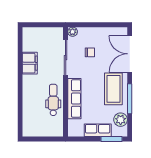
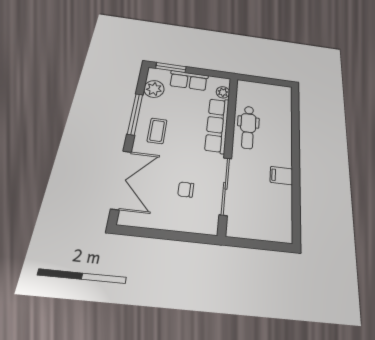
plant: (73, 32) -> (223, 92), moved
filing cabinet: (30, 63) -> (281, 176), width x0.50
coffee table: (113, 89) -> (157, 131), width x0.54, depth x0.58

